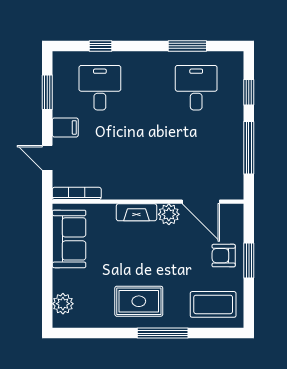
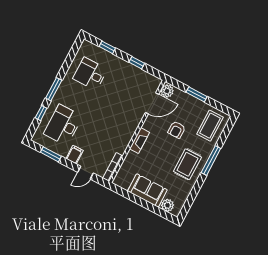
window: (187, 46) -> (54, 89), moved
desk: (100, 88) -> (63, 125), width x1.37
window: (249, 148) -> (137, 63), width x0.46
plant: (169, 214) -> (167, 91), moved
sofa: (69, 239) -> (147, 190), moved
armchair: (224, 256) -> (177, 130), moved

